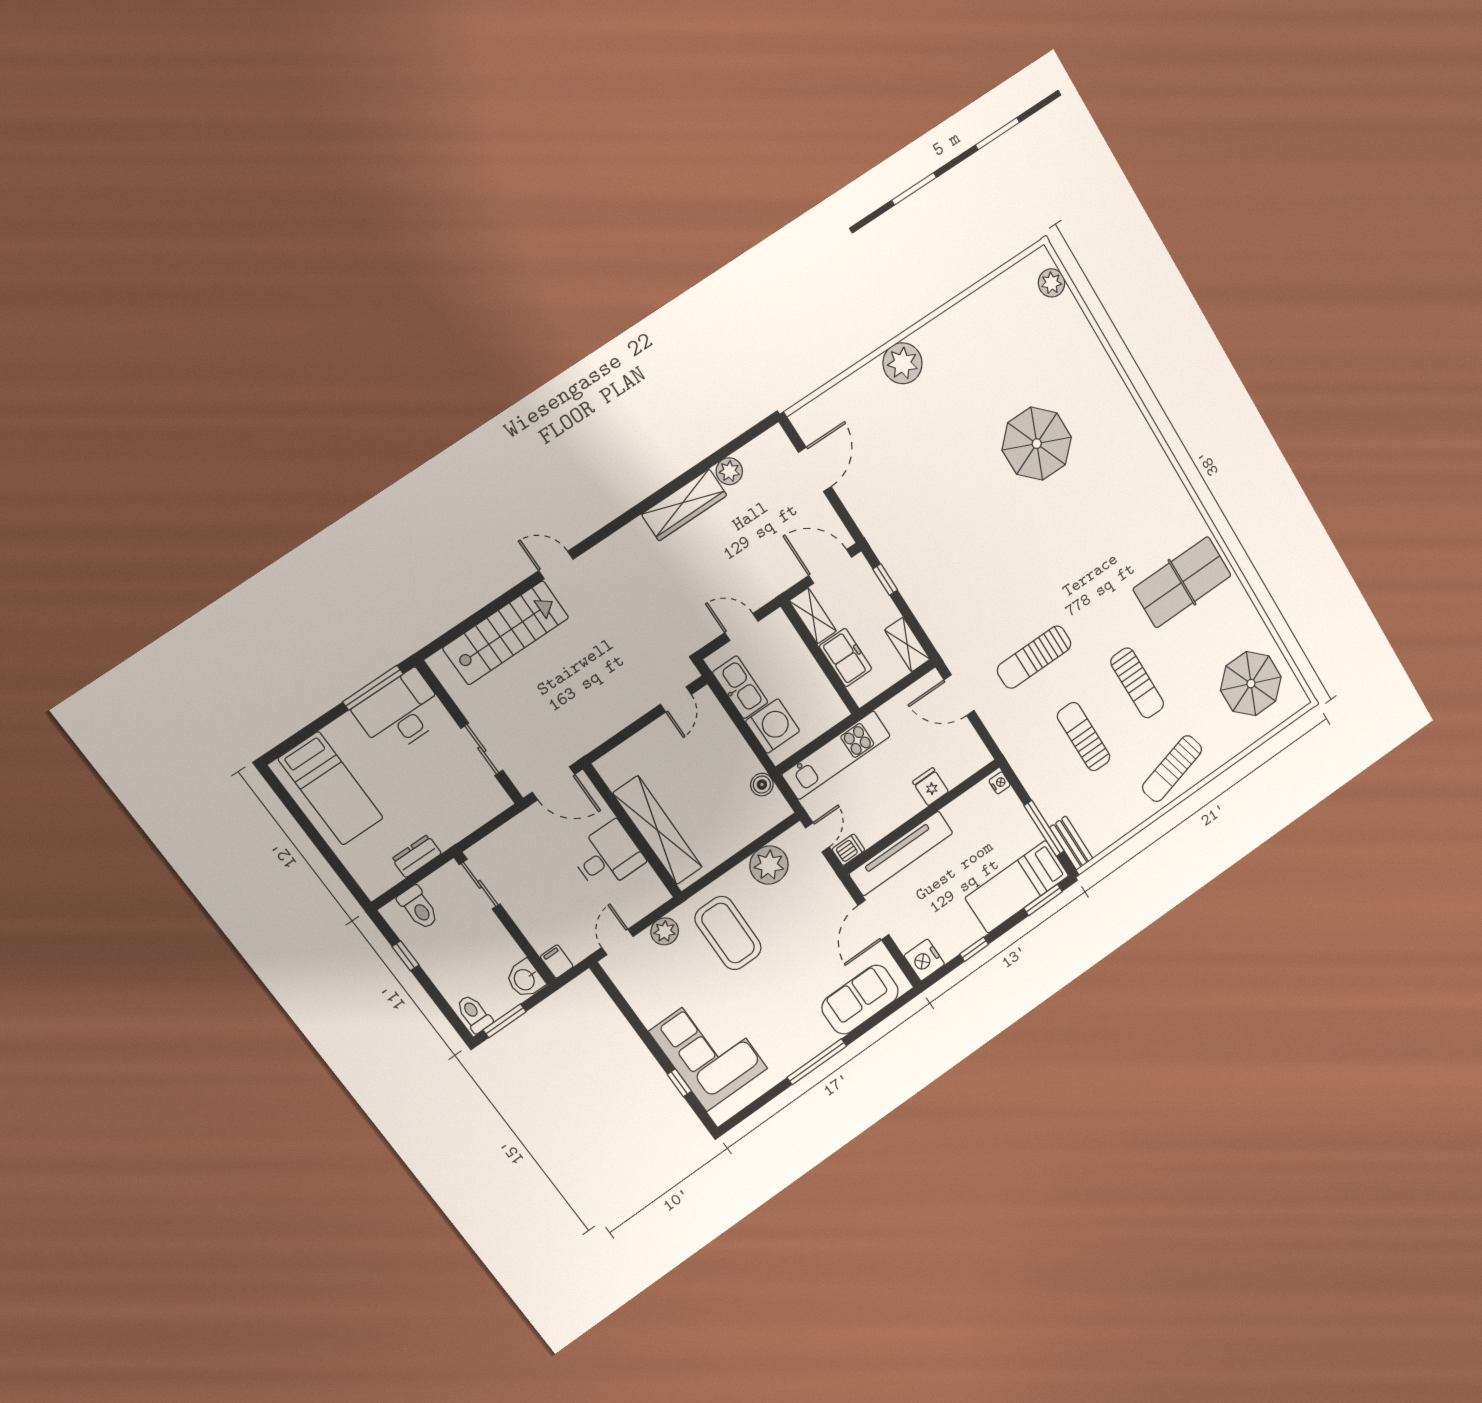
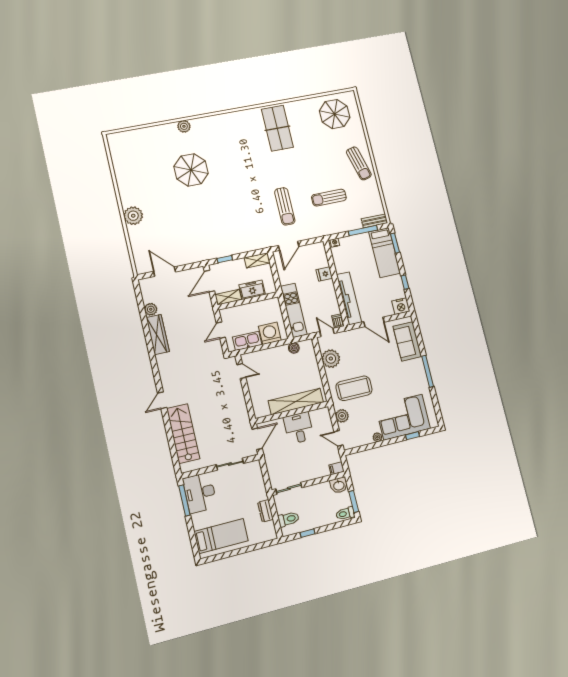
plant: (1052, 283) -> (184, 126), moved
sun lounger: (1137, 683) -> (314, 165), removed
plant: (649, 1016) -> (377, 437), added

